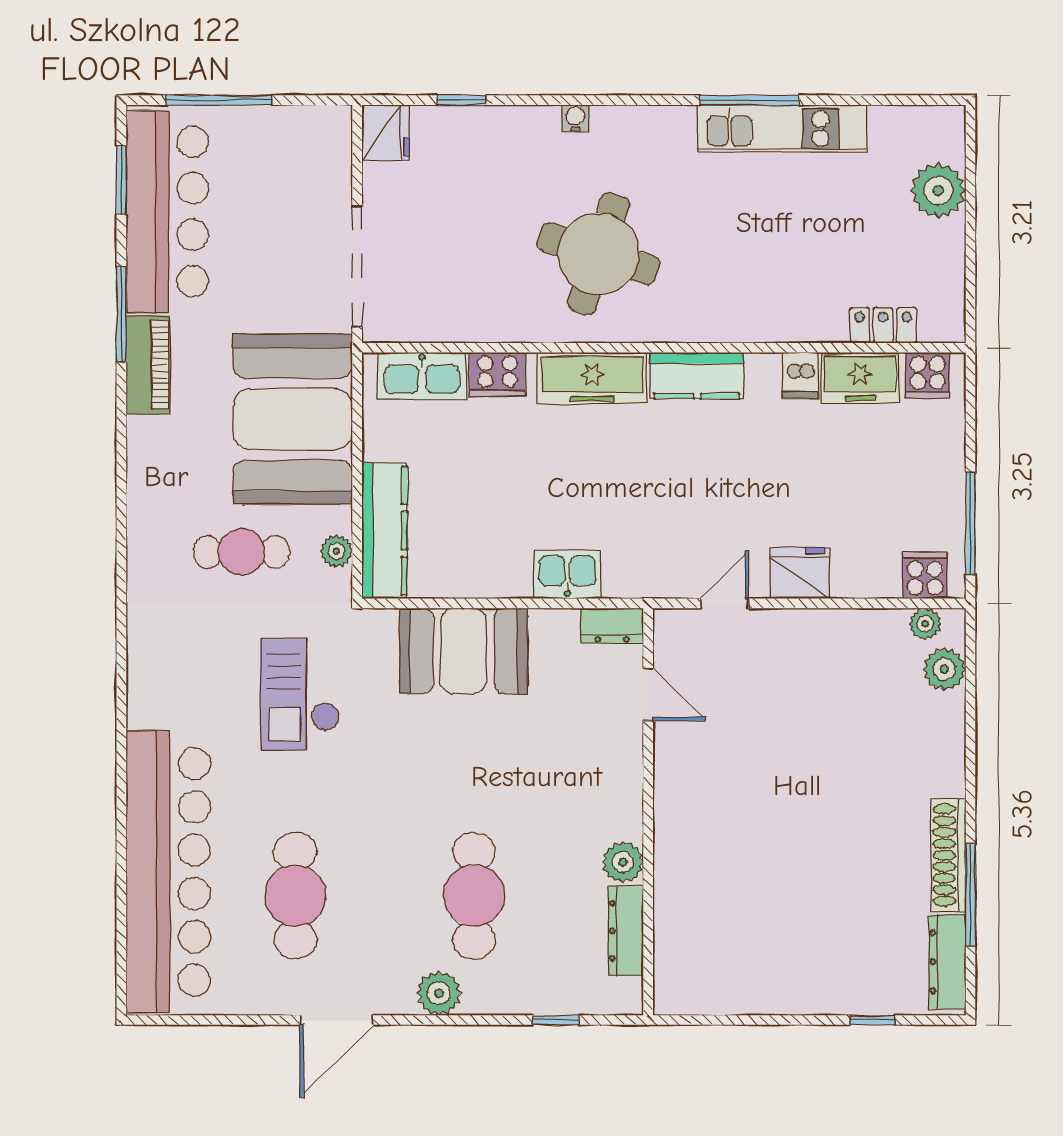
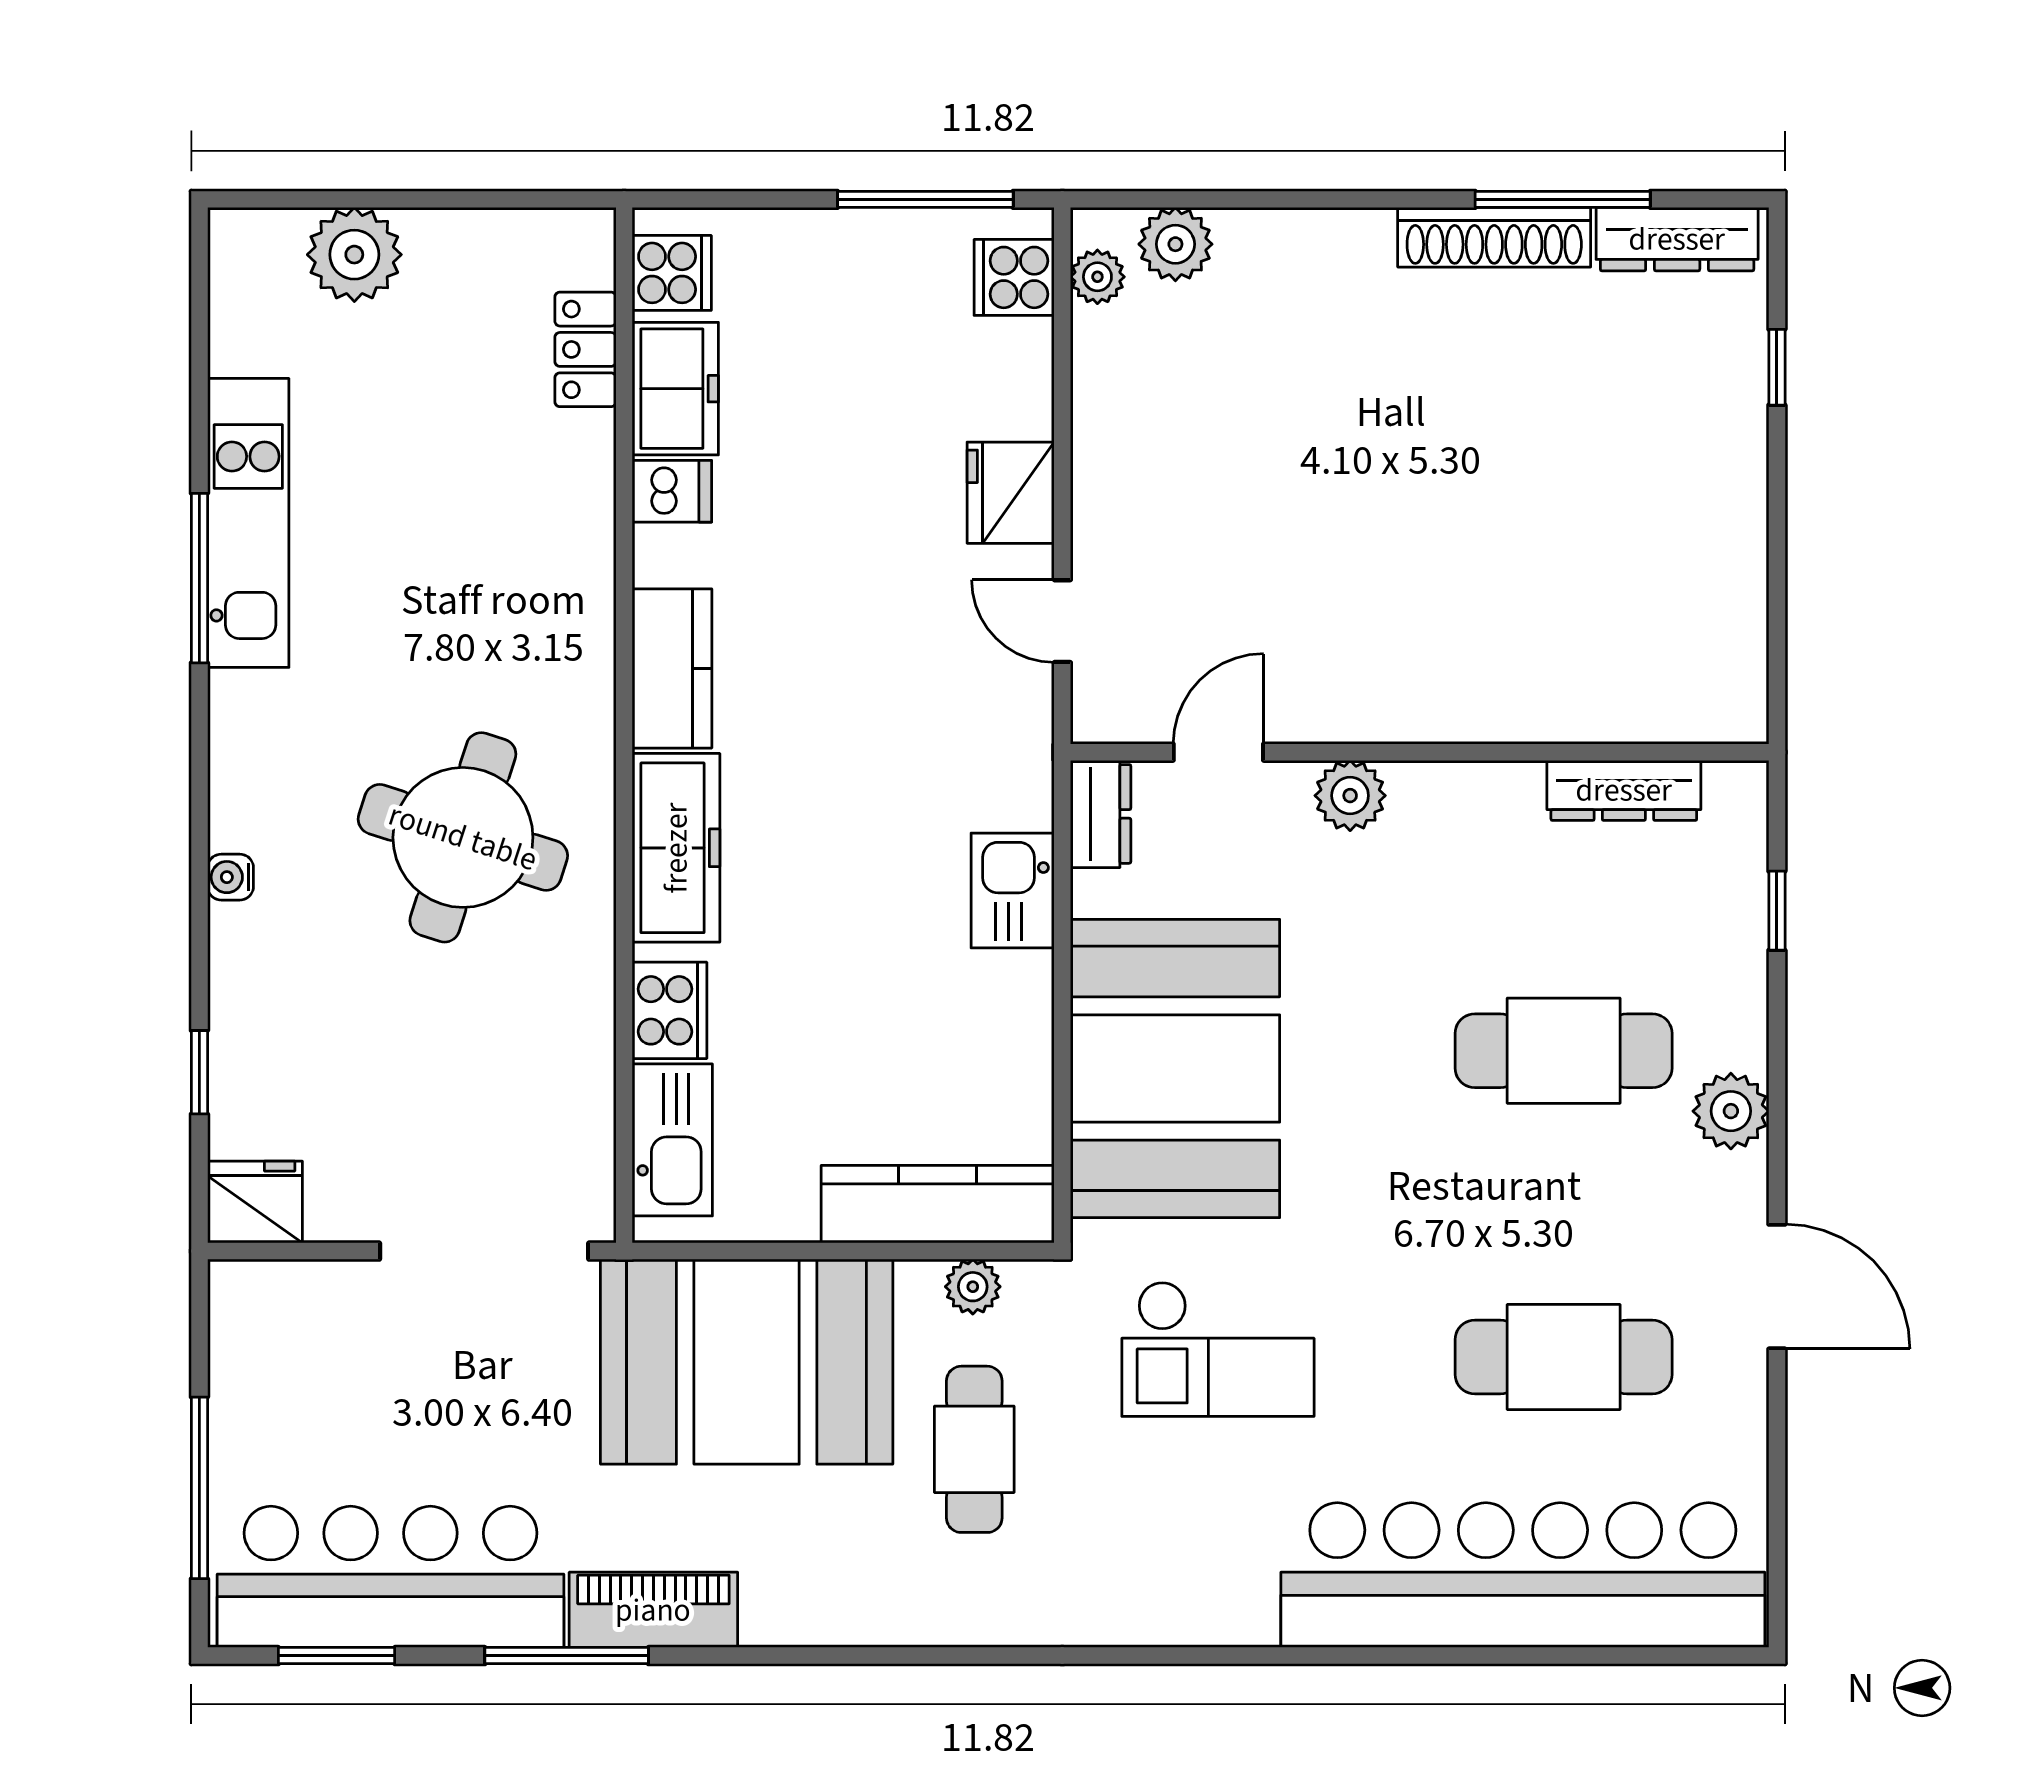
booth: (464, 651) -> (1175, 1068), width x1.36, depth x1.42
plant: (623, 862) -> (1350, 796), moved

